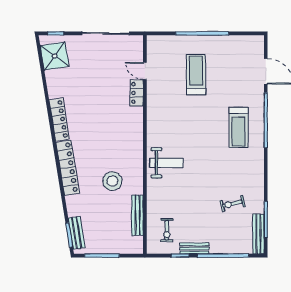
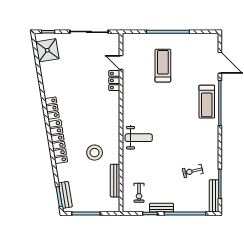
locker: (59, 120) -> (52, 108), width x0.66
treadmill: (238, 128) -> (207, 102), moved

